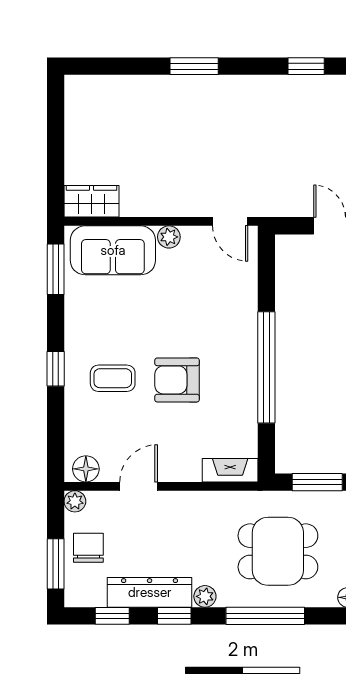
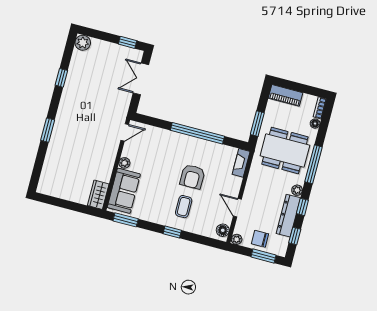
dining table: (278, 551) -> (285, 151), width x1.37

